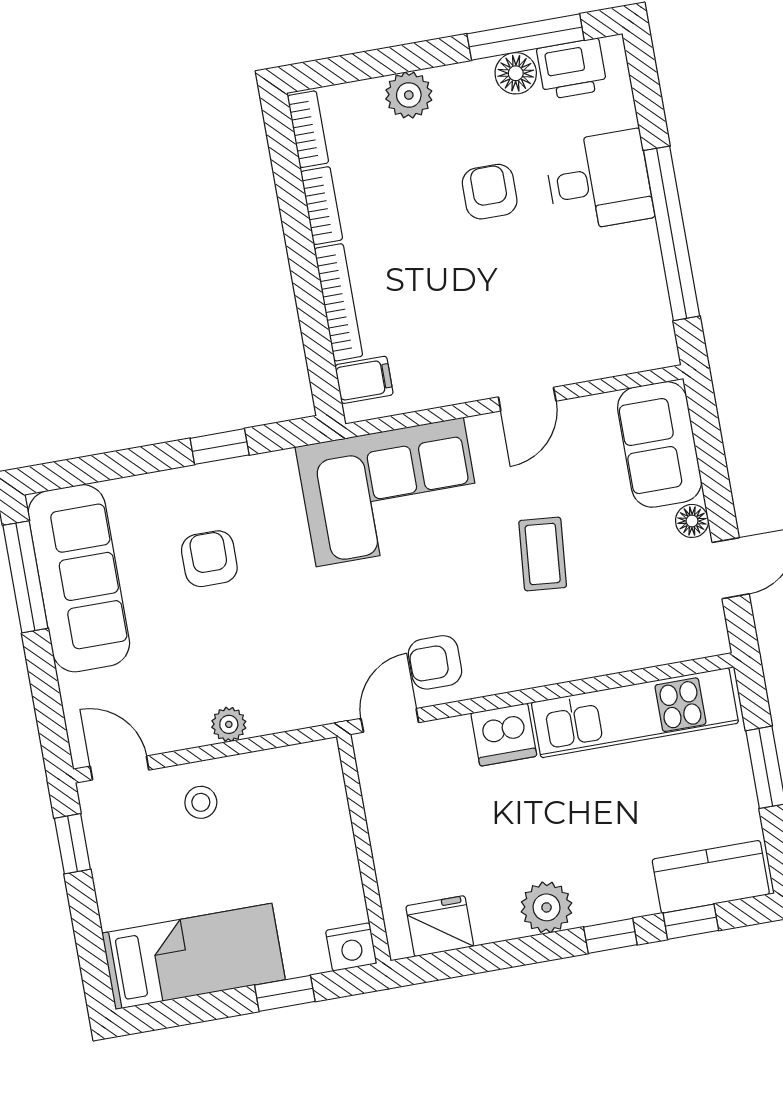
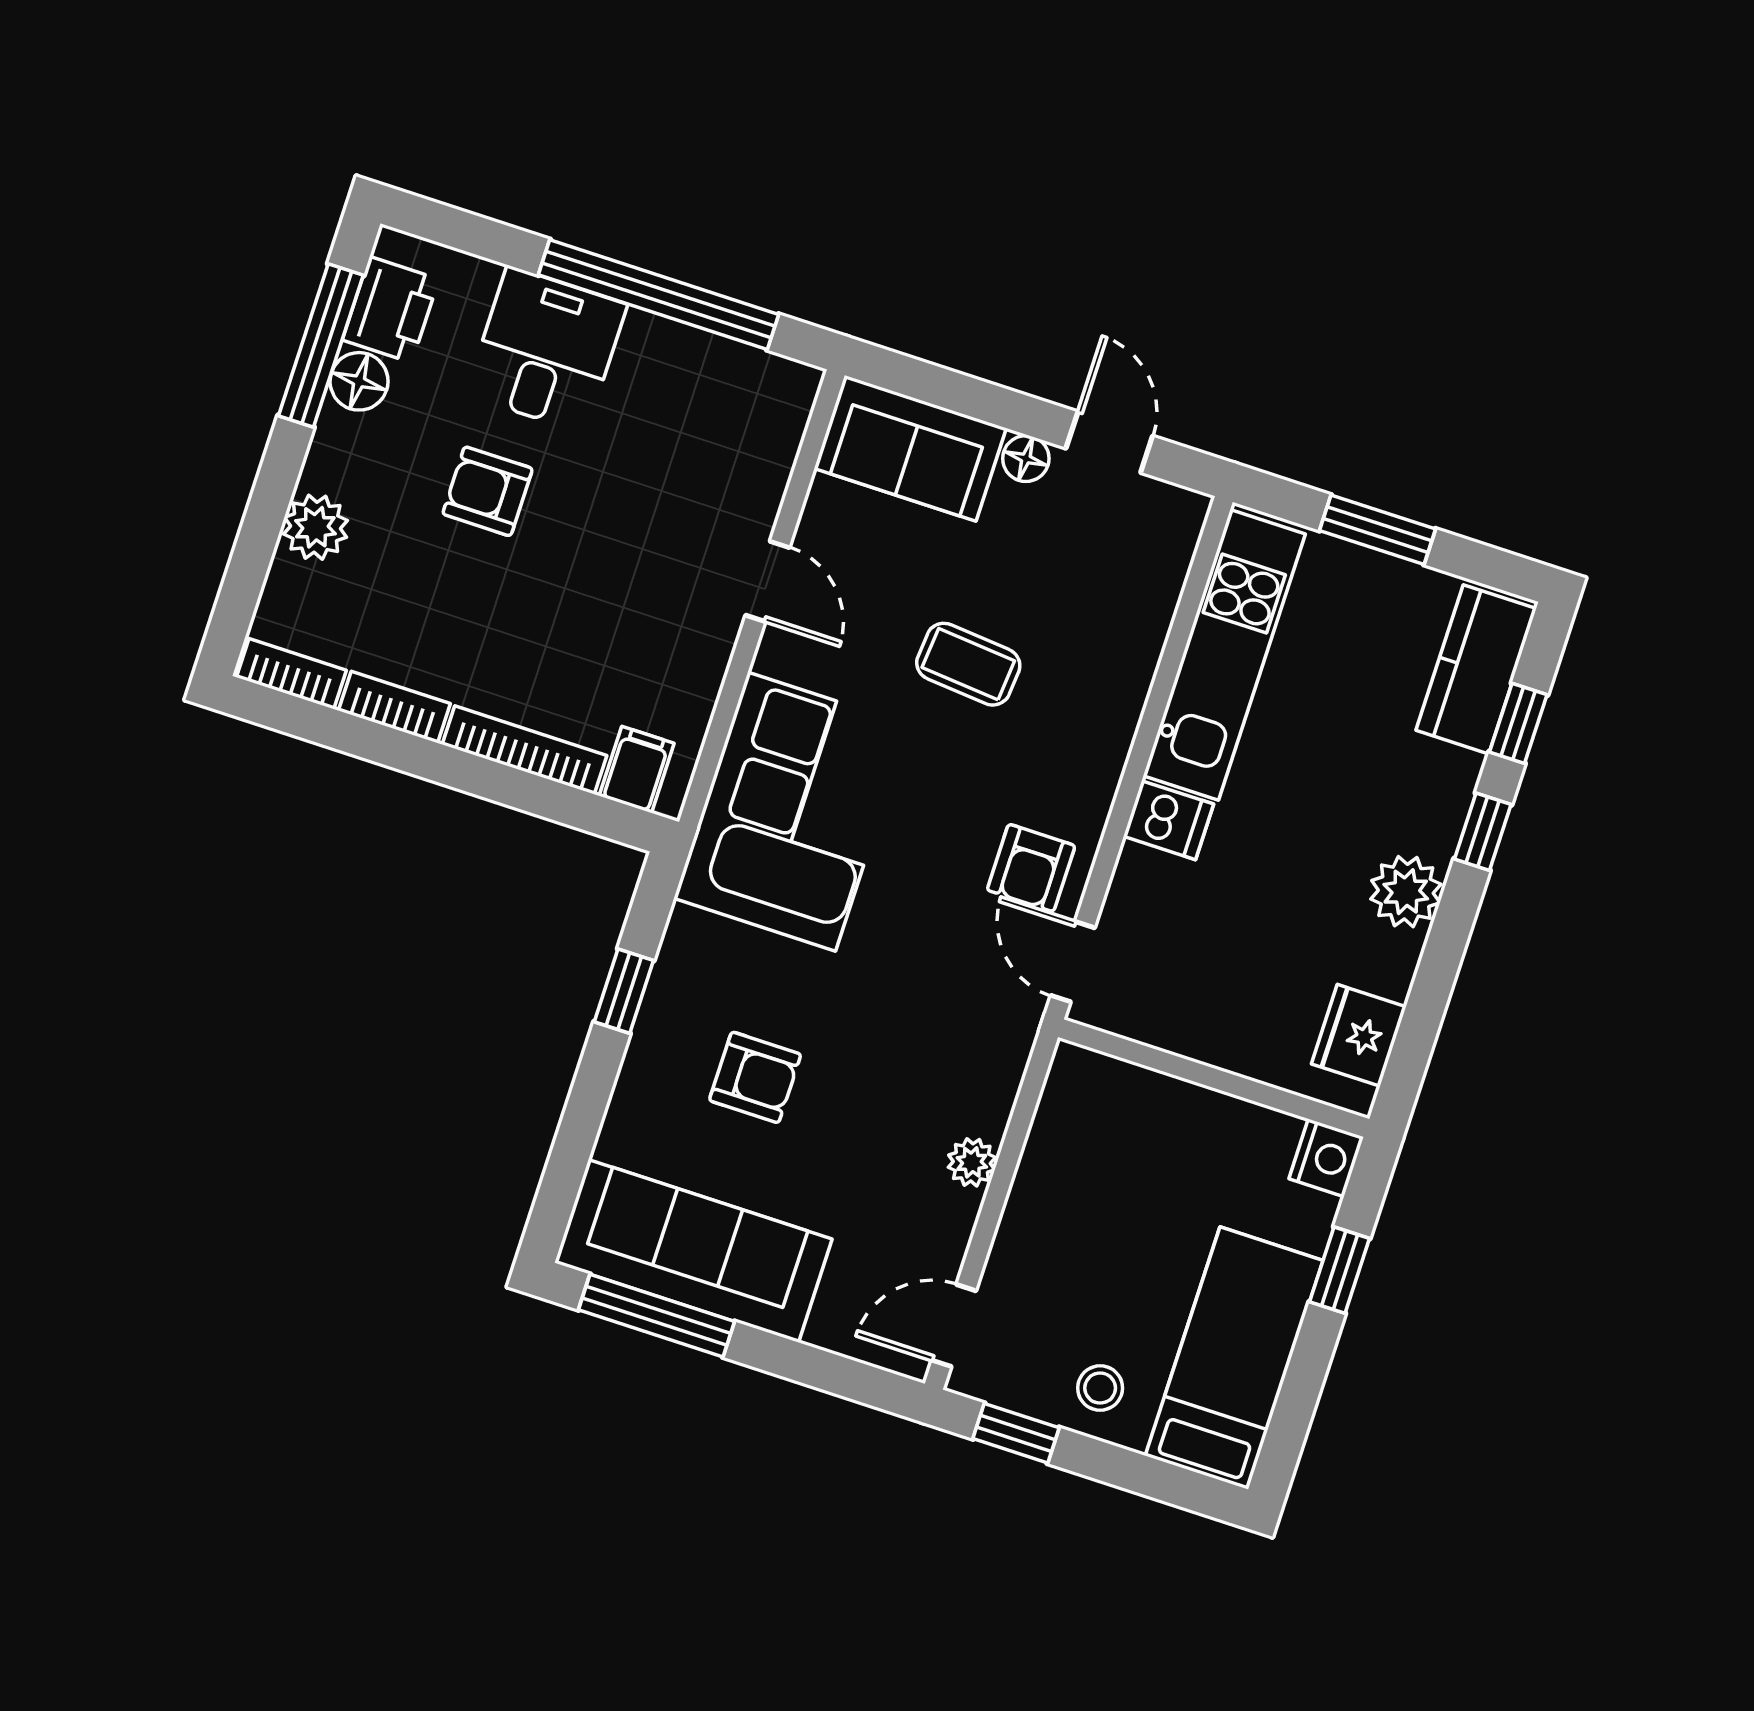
armchair: (209, 559) -> (755, 1077), turned 180
dishwasher: (504, 735) -> (1168, 820), width x0.73
stool: (201, 802) -> (1100, 1388), moved

